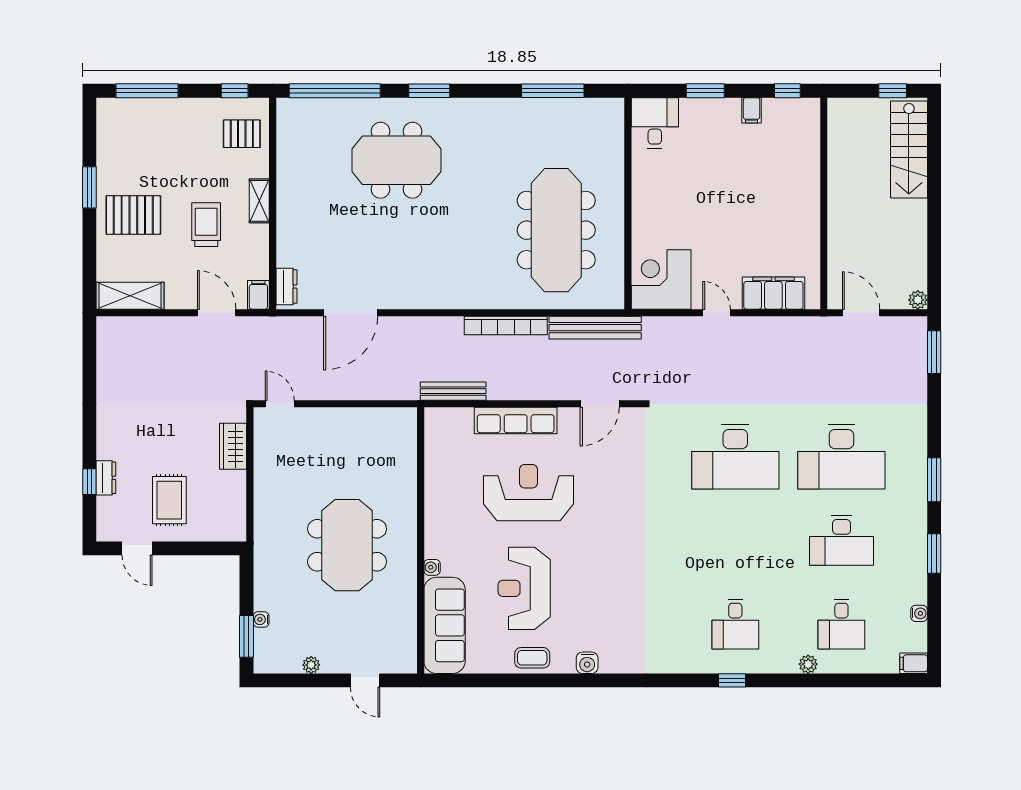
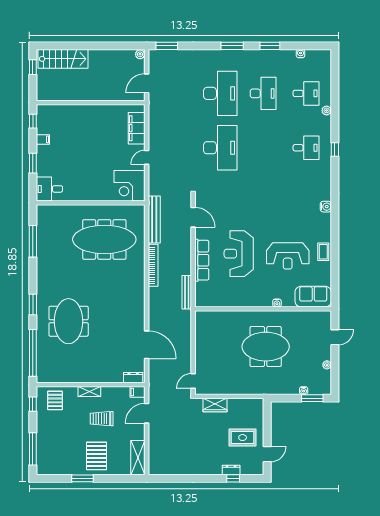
sofa: (445, 625) -> (313, 297), width x0.73
water cooler: (587, 663) -> (326, 207), moved
filing cabinet: (914, 663) -> (326, 56), removed

